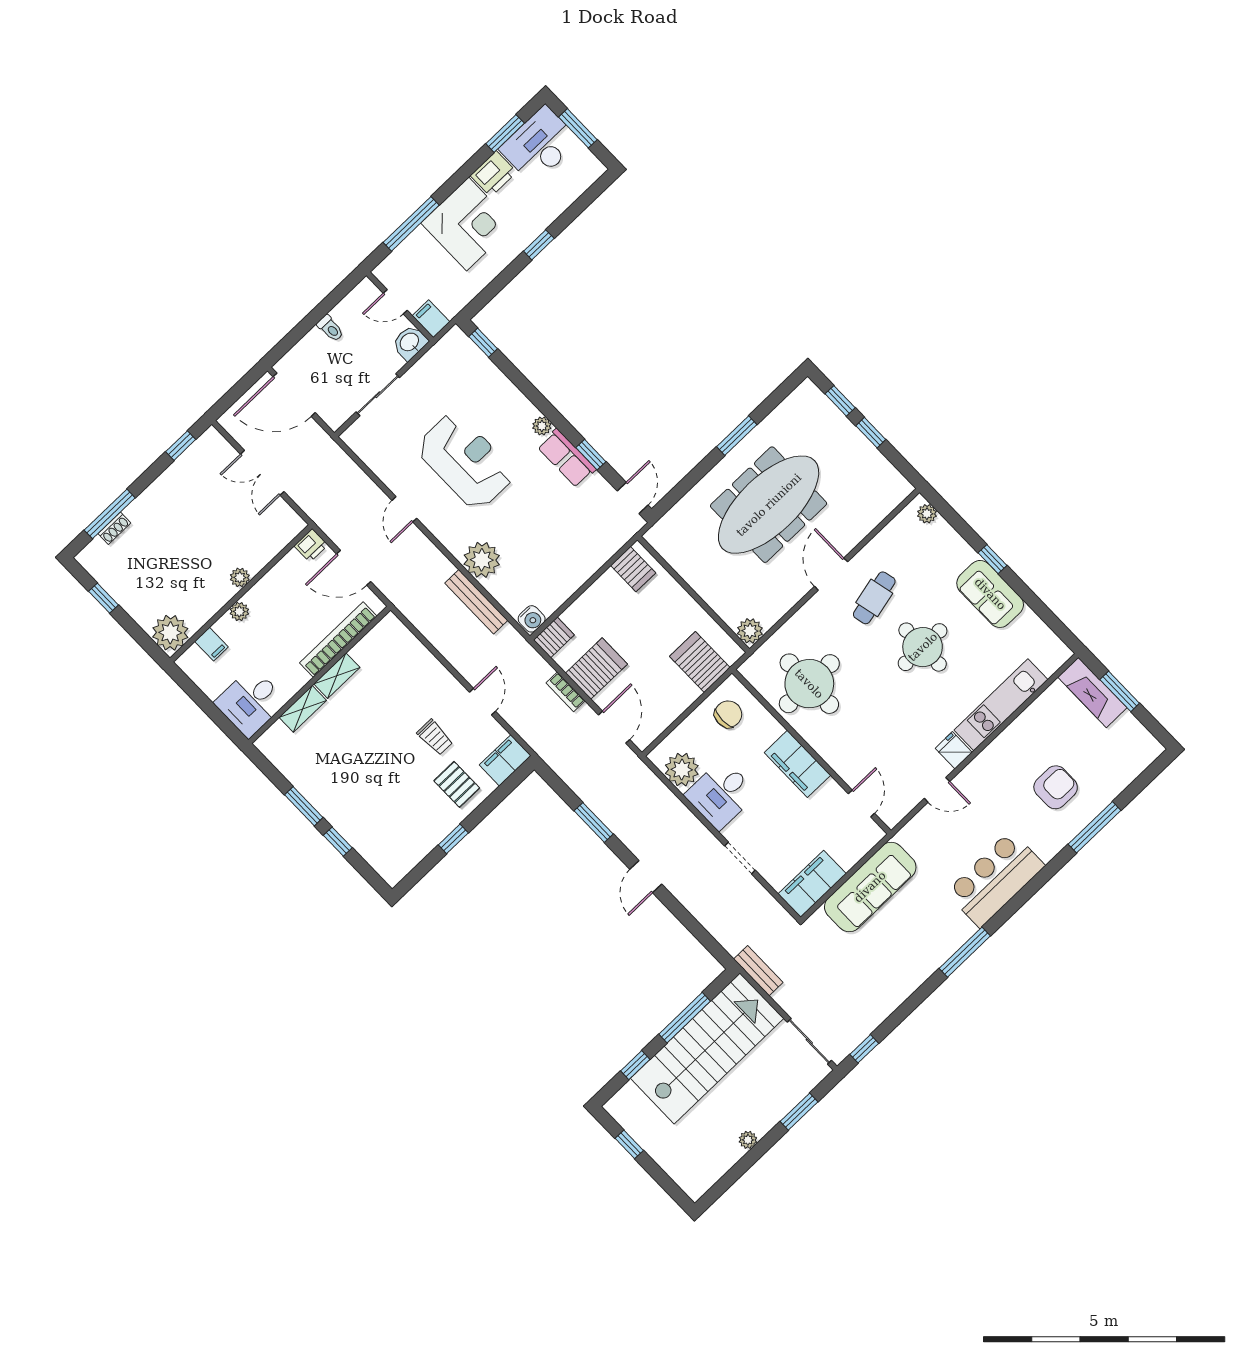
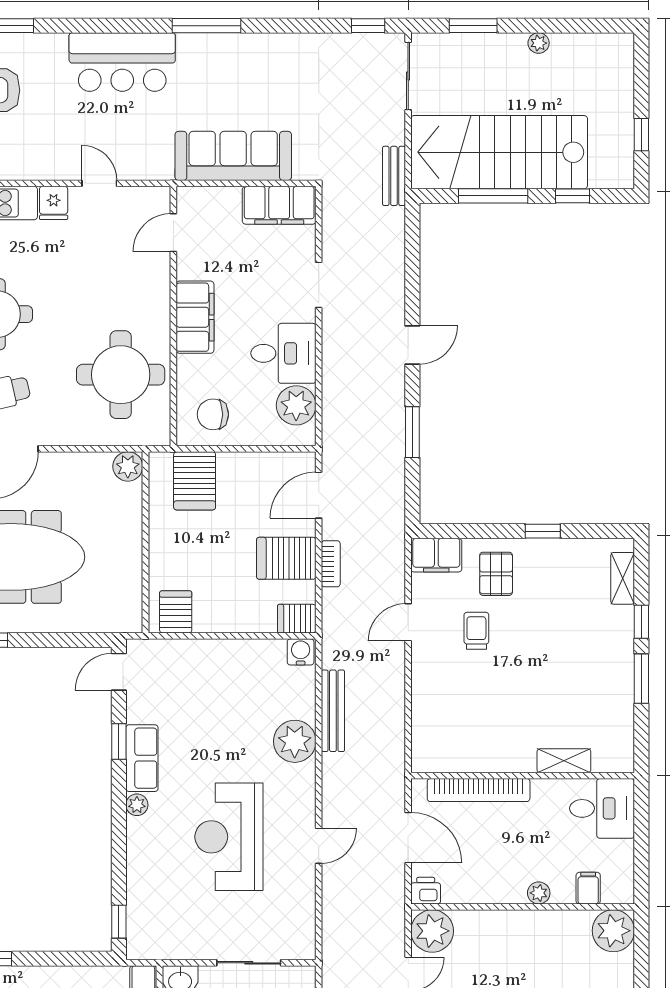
plant: (240, 577) -> (432, 931), moved, width x1.87, depth x1.87
shelving: (337, 676) -> (623, 578), moved, turned 90

